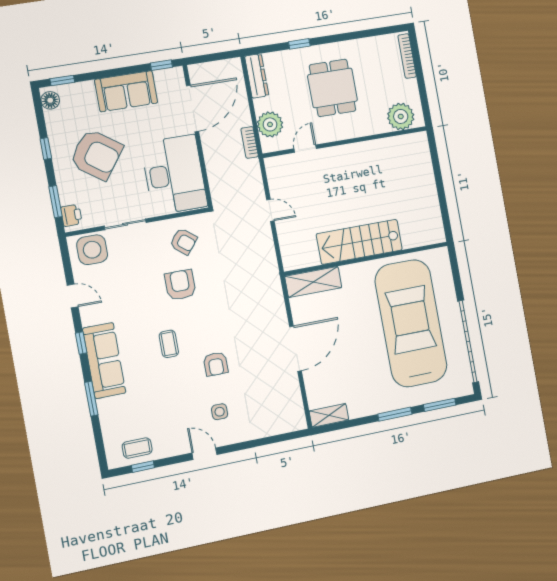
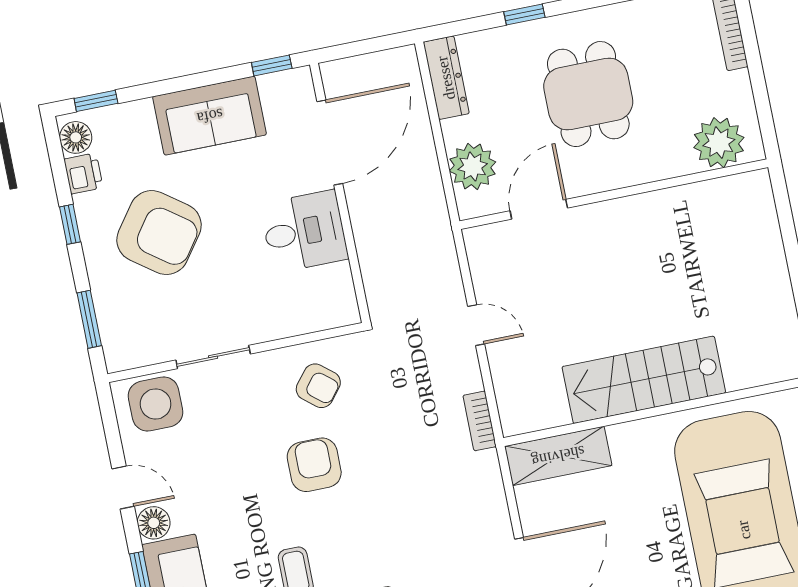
bookcase: (250, 142) -> (480, 421), moved
door: (305, 149) -> (539, 209), width x1.38
desk: (174, 175) -> (304, 231), width x0.53, depth x0.77
printer: (71, 215) -> (83, 173), moved
floor lamp: (90, 316) -> (154, 523), added

